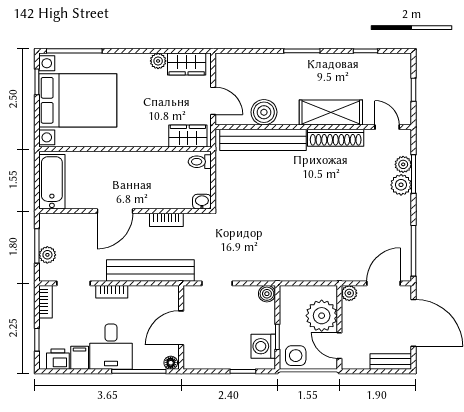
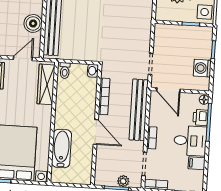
wardrobe: (188, 136) -> (46, 84), width x1.50
bathtub: (52, 182) -> (62, 149), moved, turned 90
bookcase: (166, 220) -> (104, 96), width x1.56
boiler: (267, 294) -> (160, 29), removed
door: (181, 328) -> (168, 90), moved
washing machine: (263, 346) -> (202, 68), moved, turned 90
printer: (58, 359) -> (200, 118), moved

